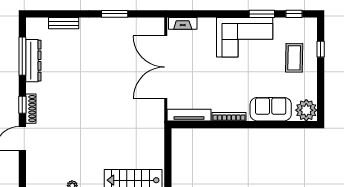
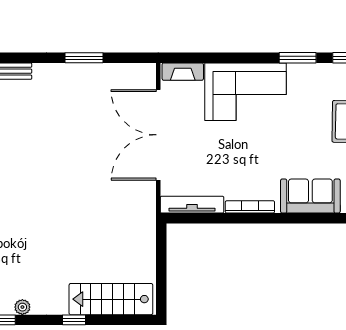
corner sofa: (245, 37) -> (245, 92), moved

